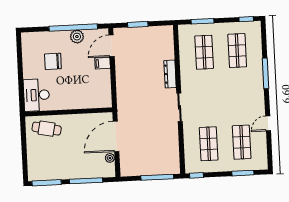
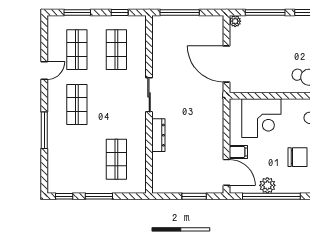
window: (203, 21) -> (99, 196), moved
door: (112, 46) -> (227, 172), hinge flipped
shop shelf: (237, 51) -> (77, 104), moved
corner desk: (85, 92) -> (261, 118), added
door: (116, 136) -> (227, 64), swing flipped
plant: (110, 158) -> (235, 21), moved
window: (196, 175) -> (120, 13), moved

